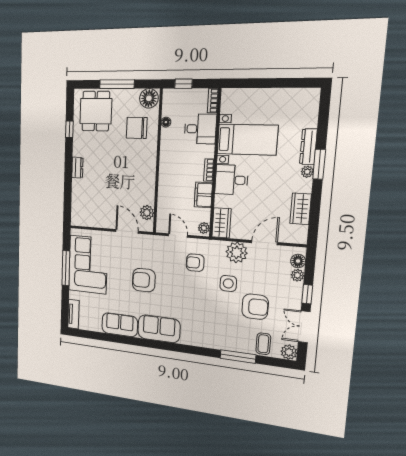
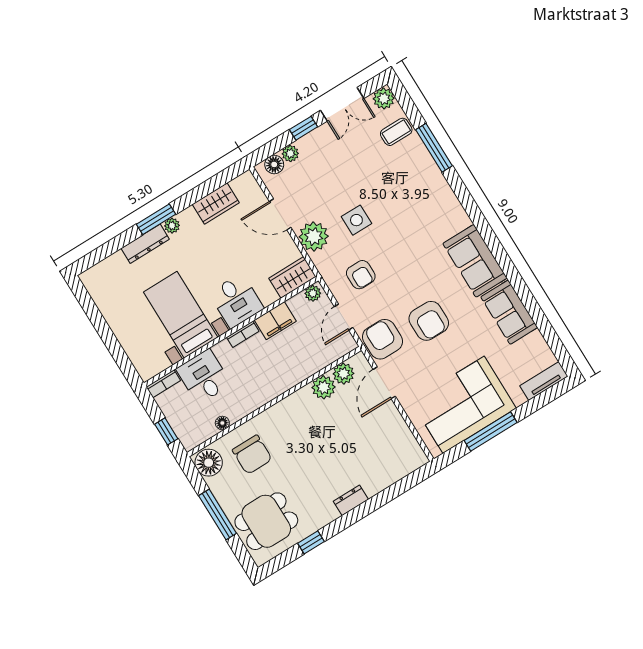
plant: (147, 196) -> (324, 387), added
armchair: (255, 307) -> (382, 339), moved

